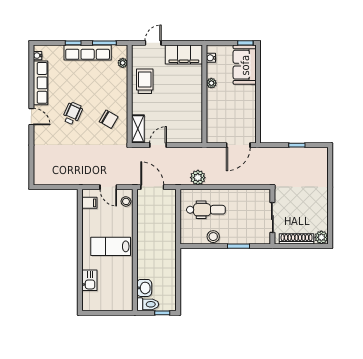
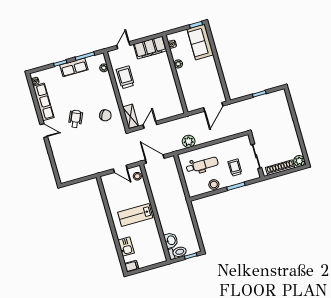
row of seats: (88, 52) -> (74, 67), width x0.68
filing cabinet: (89, 203) -> (132, 266), moved
trolley: (244, 224) -> (235, 168), added

